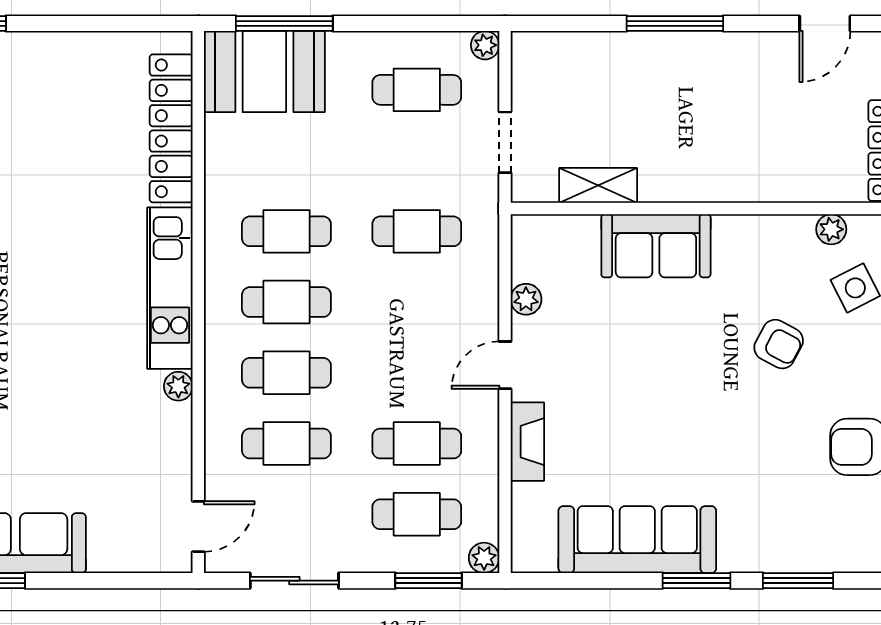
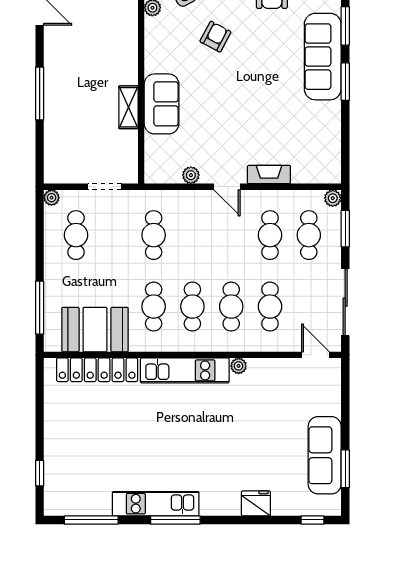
booth: (264, 72) -> (95, 330), moved, turned 90
shelving: (598, 185) -> (128, 107), moved
sofa: (637, 540) -> (323, 57), moved
sliding door: (294, 581) -> (345, 302), width x1.37

